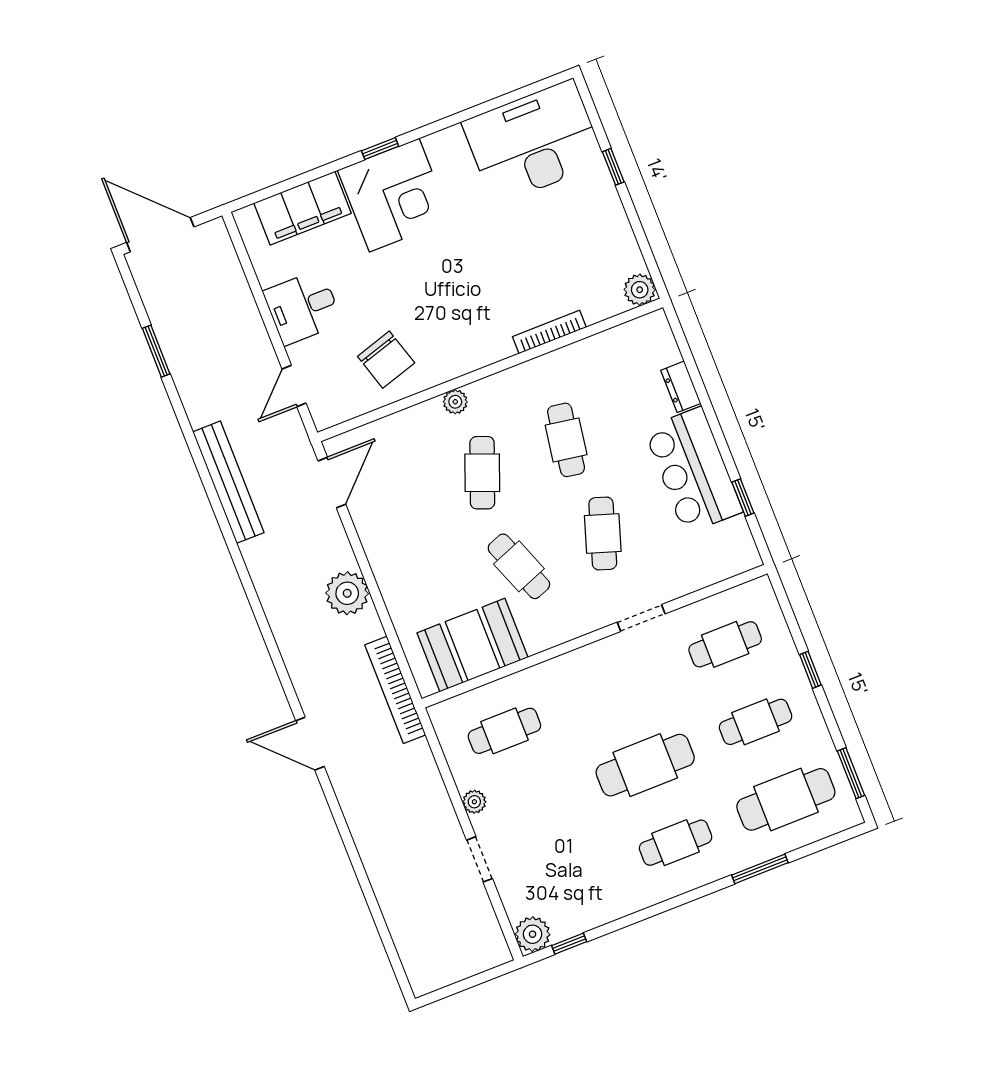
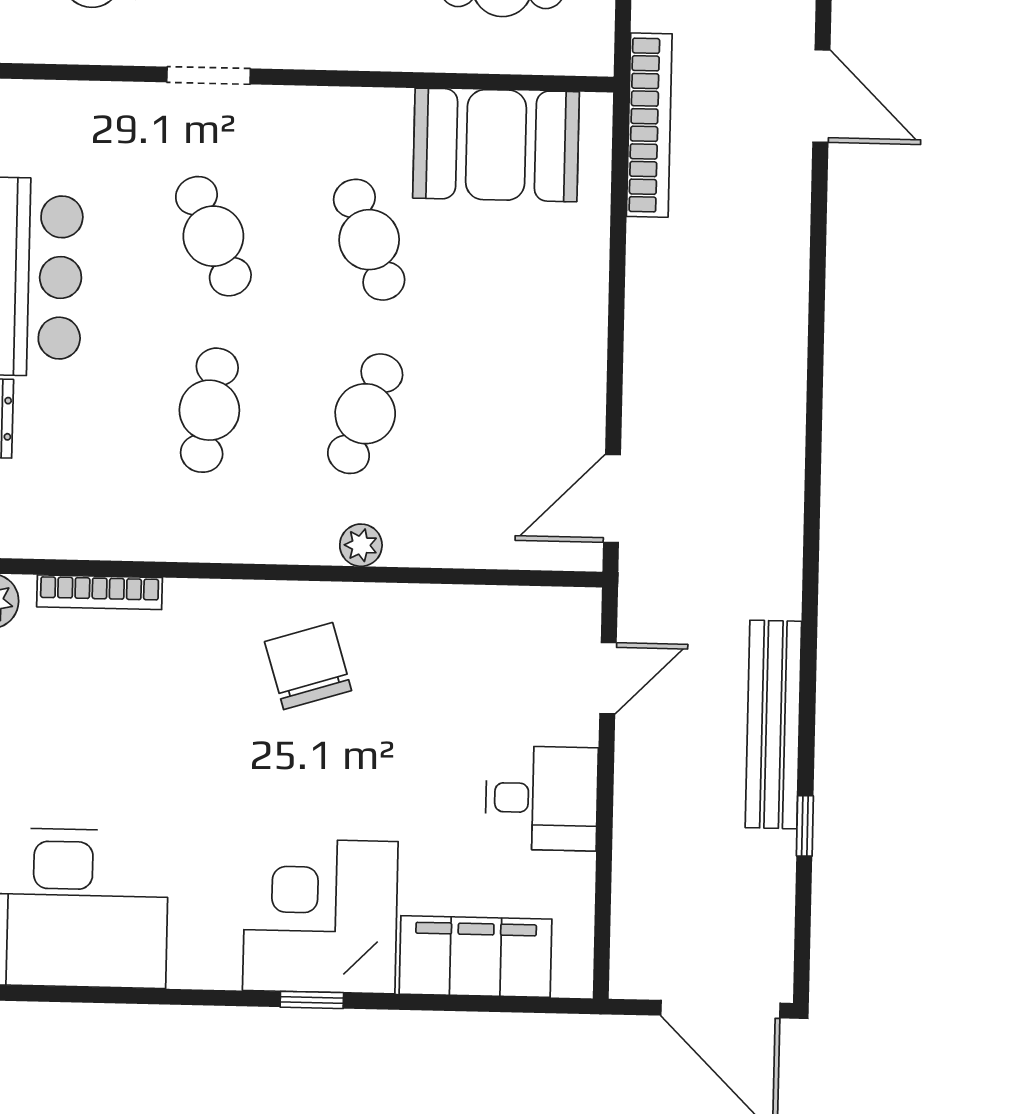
bookcase: (549, 332) -> (99, 592), moved
window: (156, 351) -> (805, 826), width x0.67
chair: (386, 360) -> (308, 666), moved
bench: (228, 482) -> (773, 724), moved
cafe table: (603, 533) -> (213, 236), turned -42
plant: (347, 593) -> (662, 311), removed

